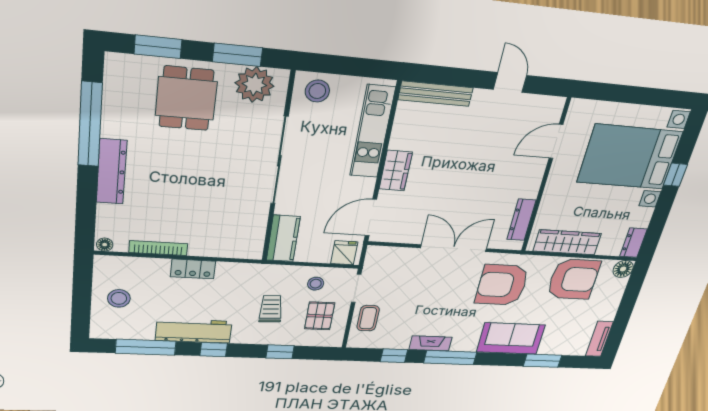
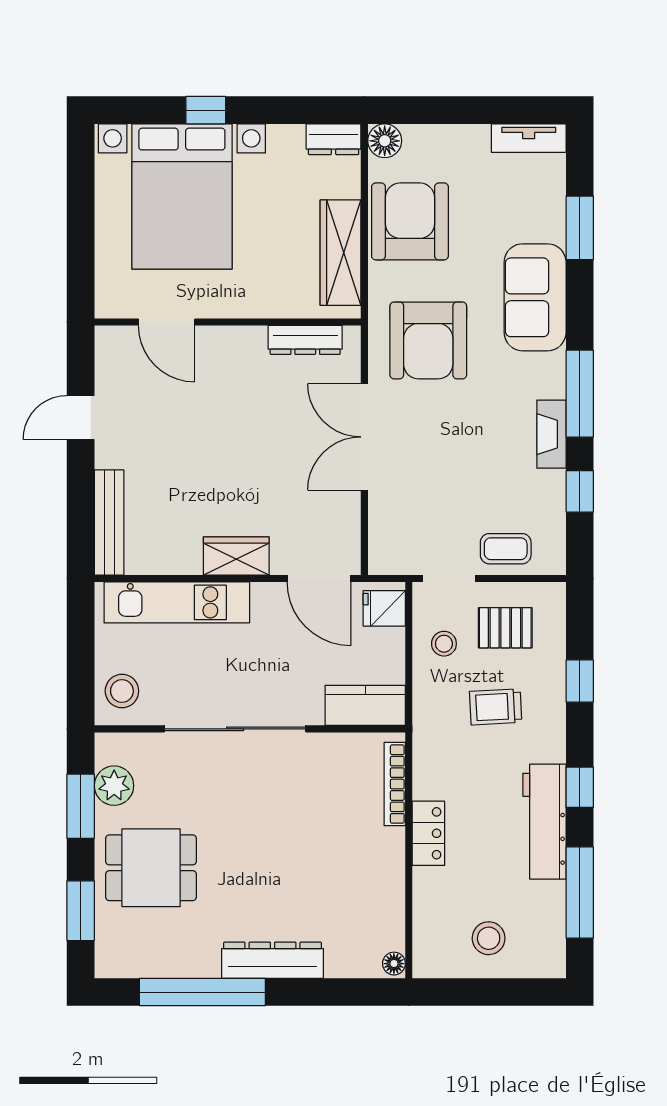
plant: (254, 85) -> (114, 786), width x0.73, depth x0.73
bookcase: (158, 248) -> (395, 784), moved

